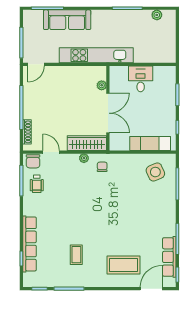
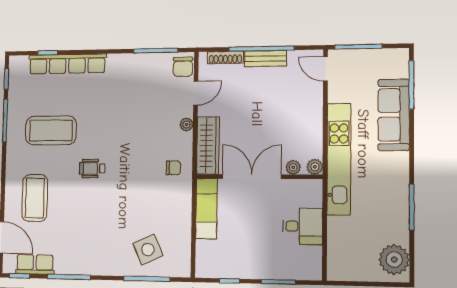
plant: (157, 15) -> (394, 260), width x1.88, depth x1.88
plant: (101, 71) -> (315, 167), added
bench: (28, 104) -> (266, 59), added
double door: (108, 113) -> (252, 177), swing flipped
exam couch: (150, 144) -> (206, 209), moved
plant: (84, 158) -> (186, 124), moved
chair: (33, 161) -> (183, 67), turned -90
side table: (155, 172) -> (148, 250), moved
wheelchair: (37, 184) -> (92, 168), moved
coffee table: (76, 255) -> (51, 130), width x1.86, depth x1.72
row of seats: (169, 257) -> (35, 264), width x0.68

